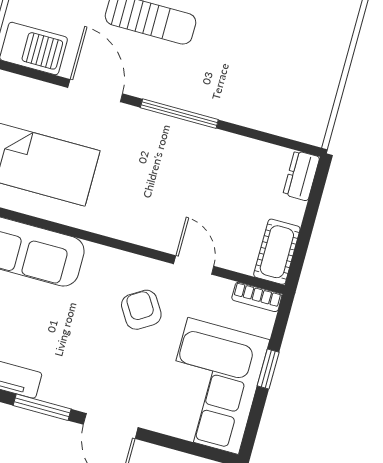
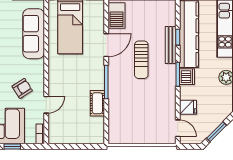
dresser: (301, 176) -> (95, 138), removed
cot: (277, 252) -> (97, 103), moved, turned 90

